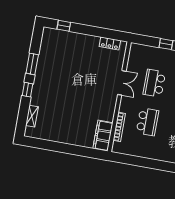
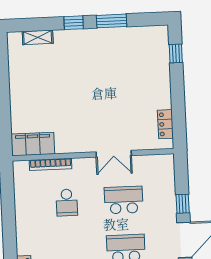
school desk: (147, 122) -> (67, 203), width x0.54

